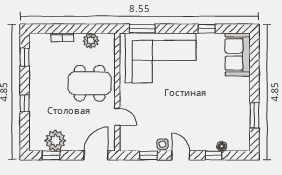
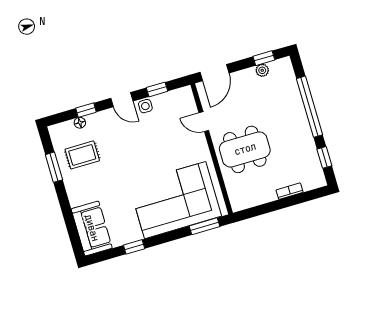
plant: (91, 41) -> (257, 197), removed
window: (25, 103) -> (310, 107), width x3.17
rug: (228, 119) -> (82, 155), added
plant: (55, 141) -> (262, 70), width x0.53, depth x0.53

